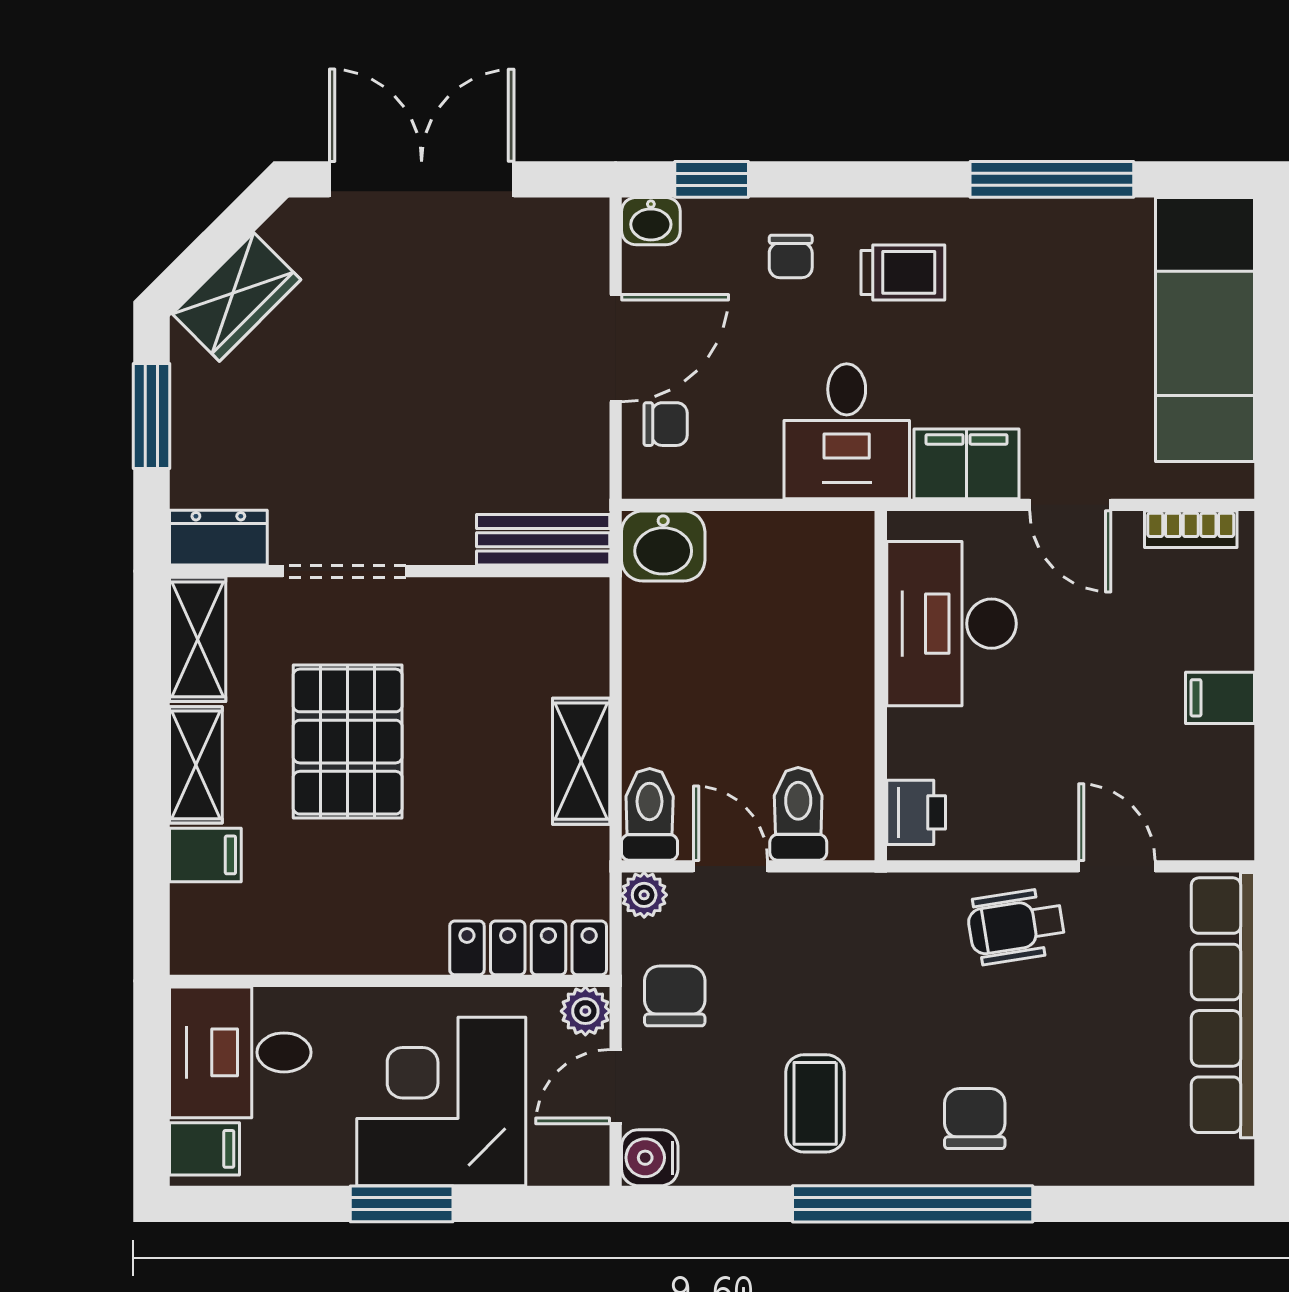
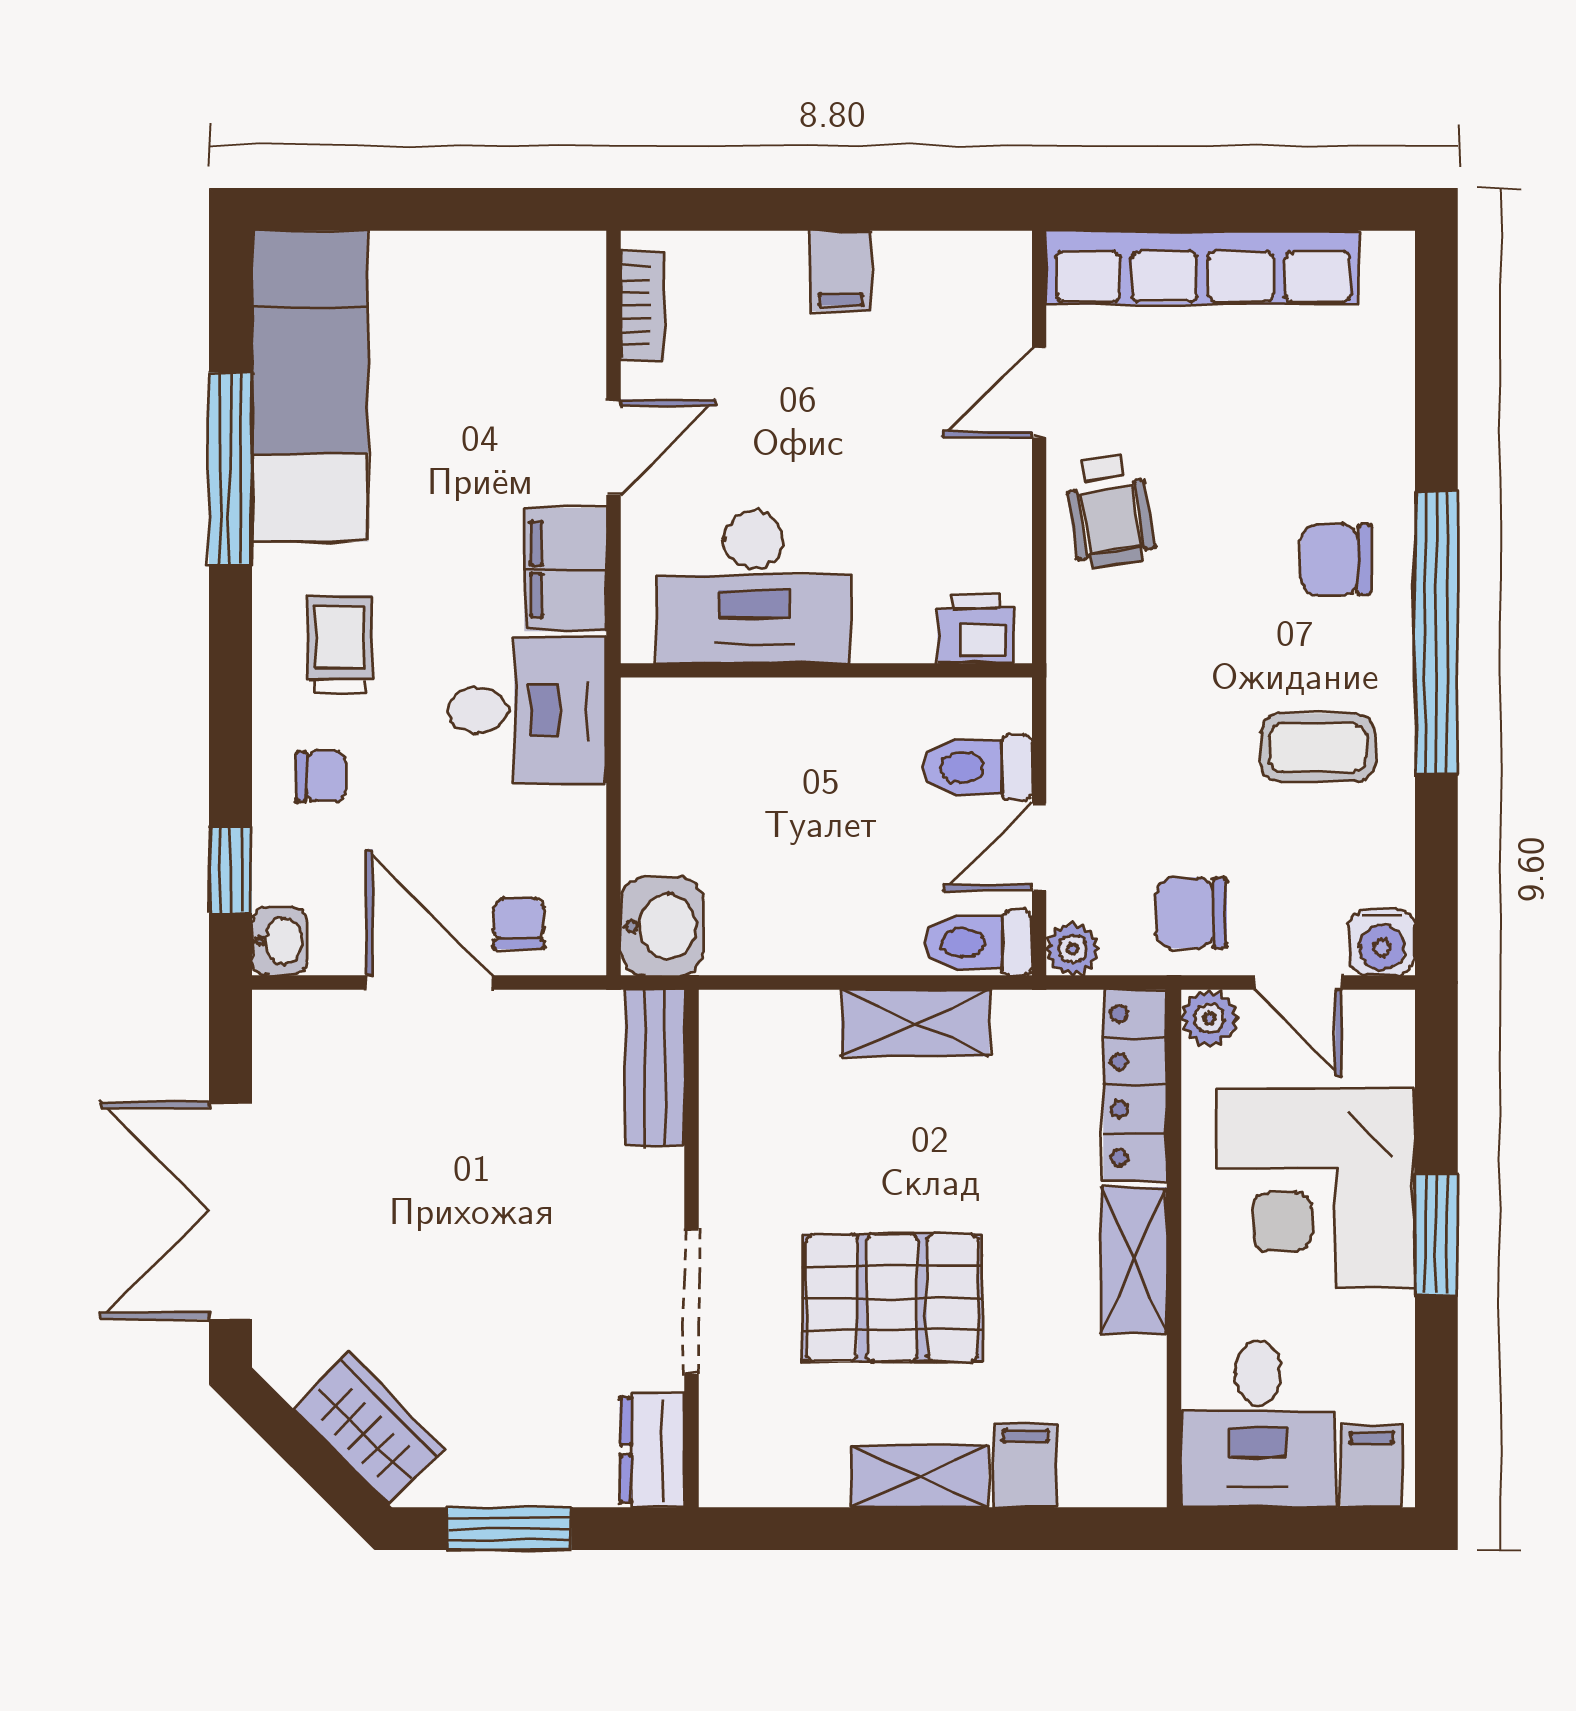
exam couch: (1205, 329) -> (310, 386), moved, turned -90
shelving: (198, 639) -> (1134, 1260), moved, turned 90

